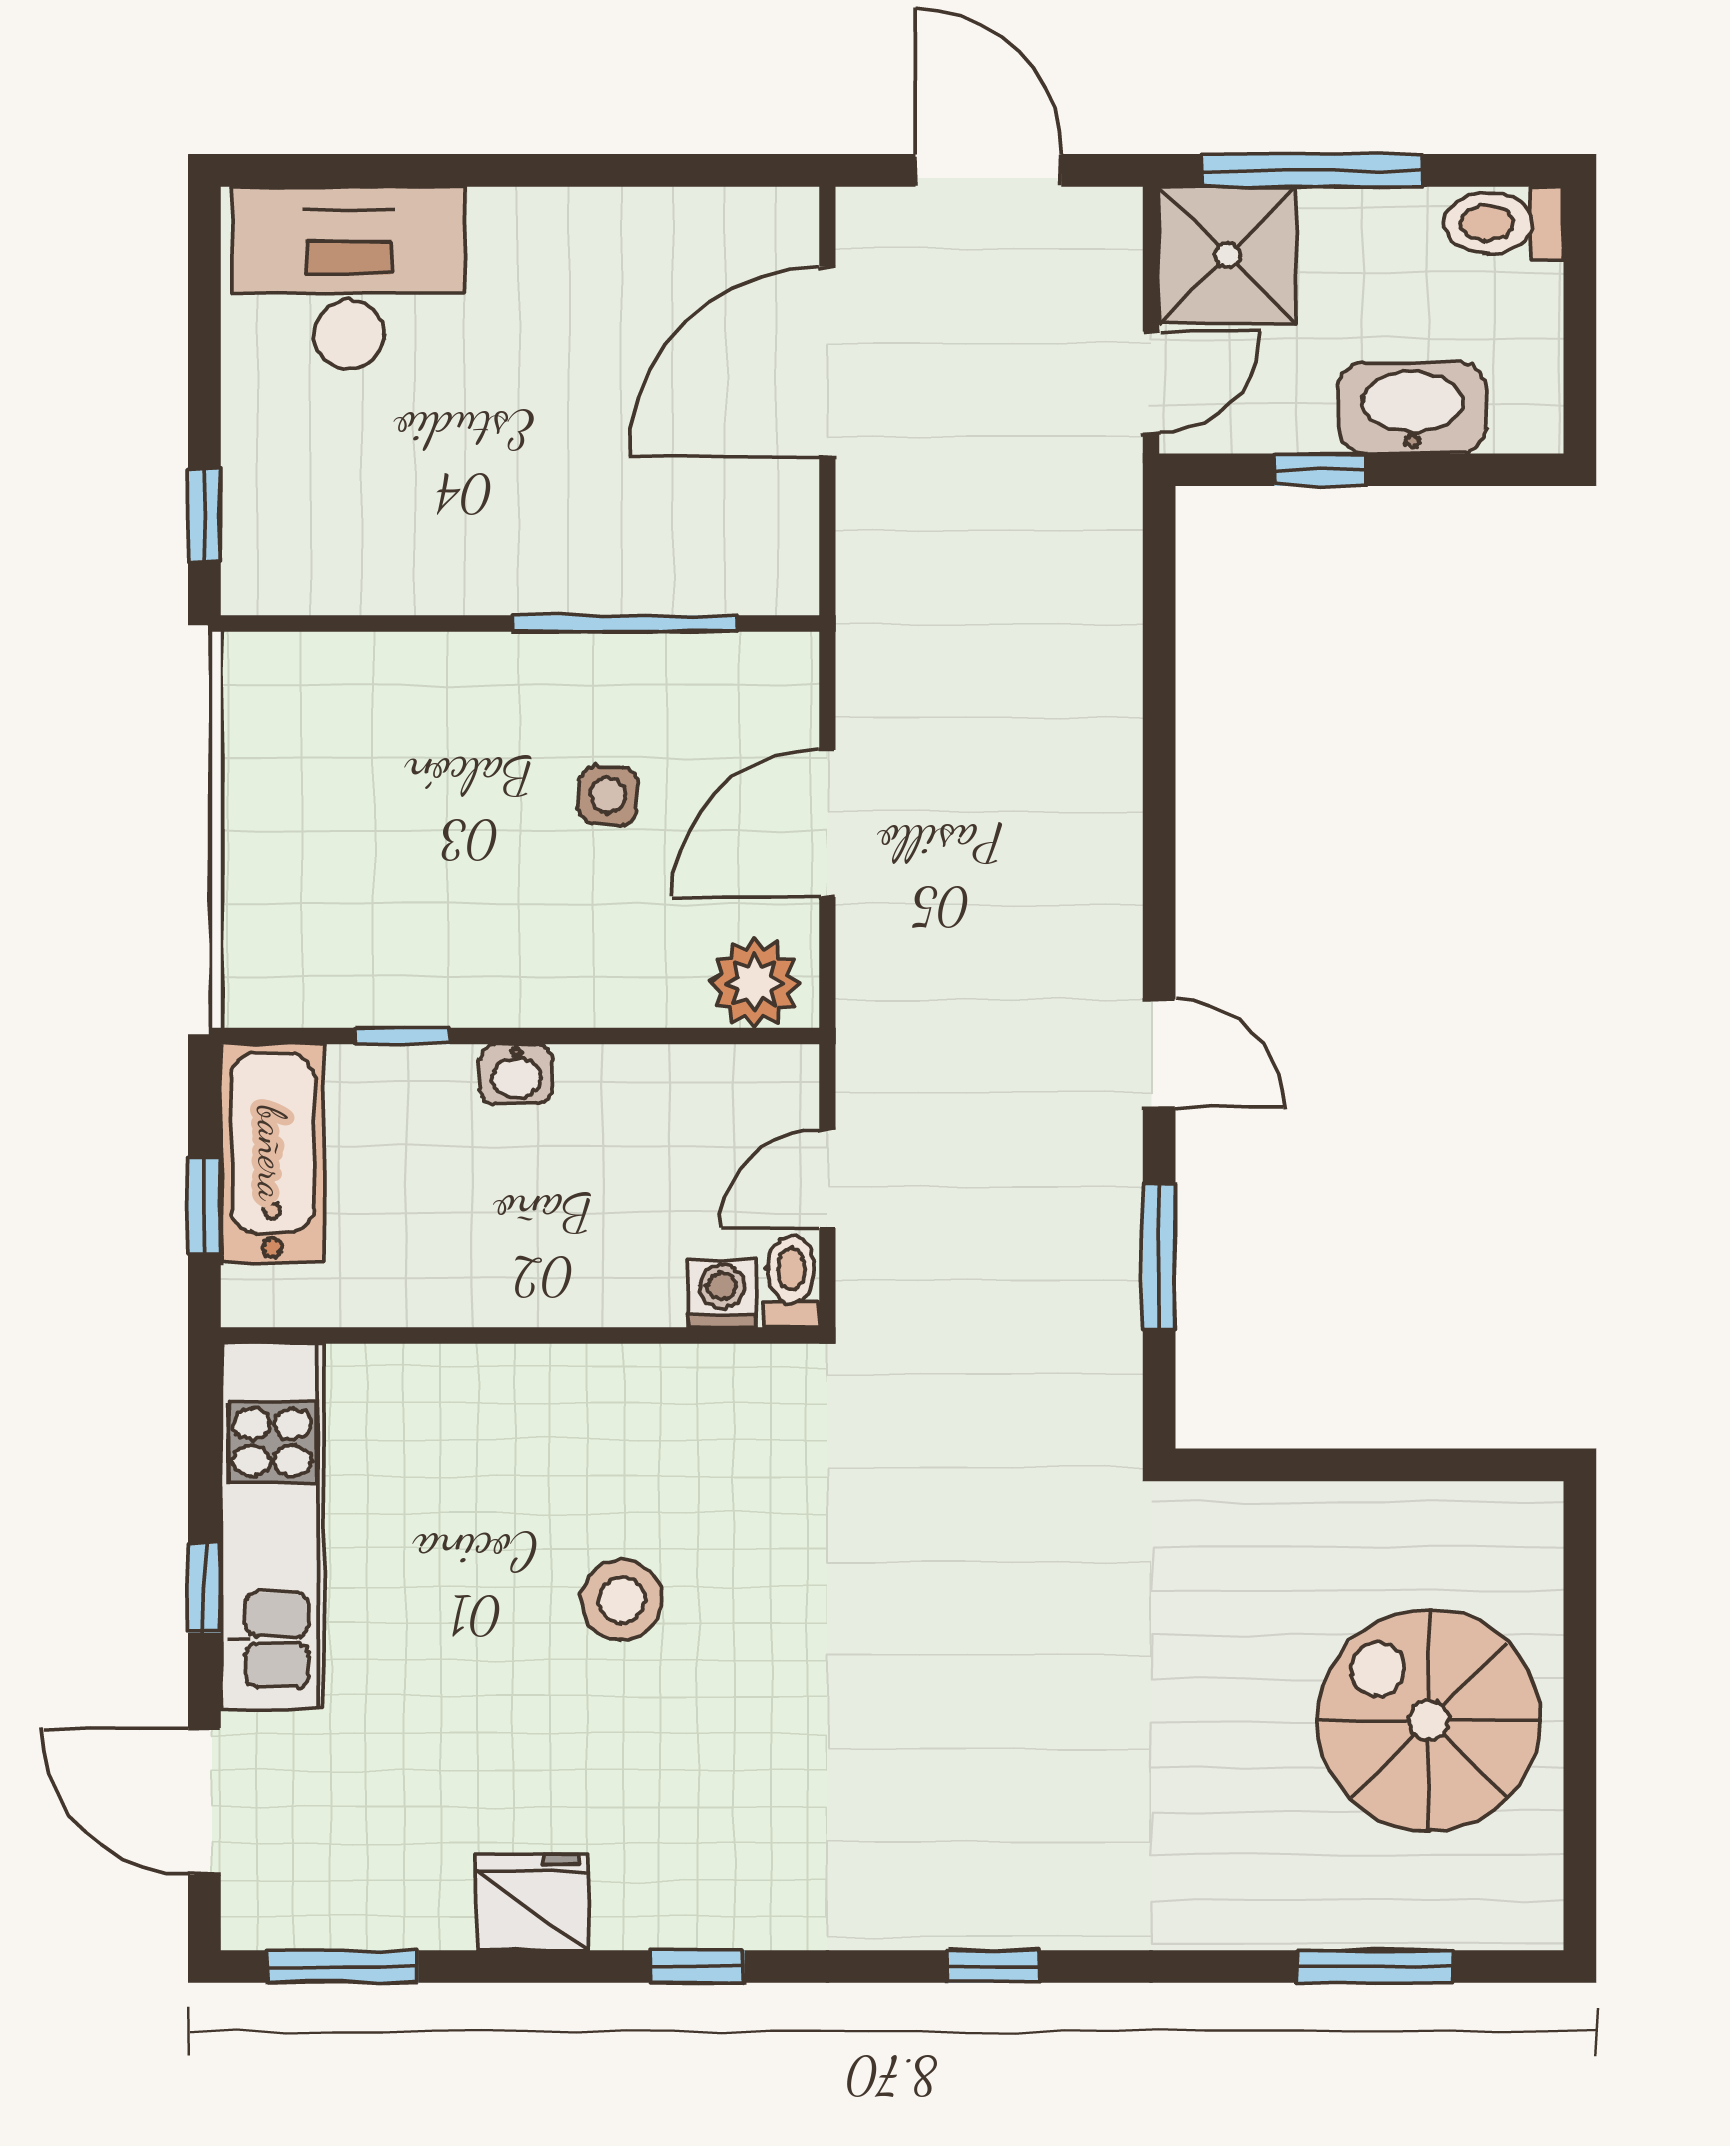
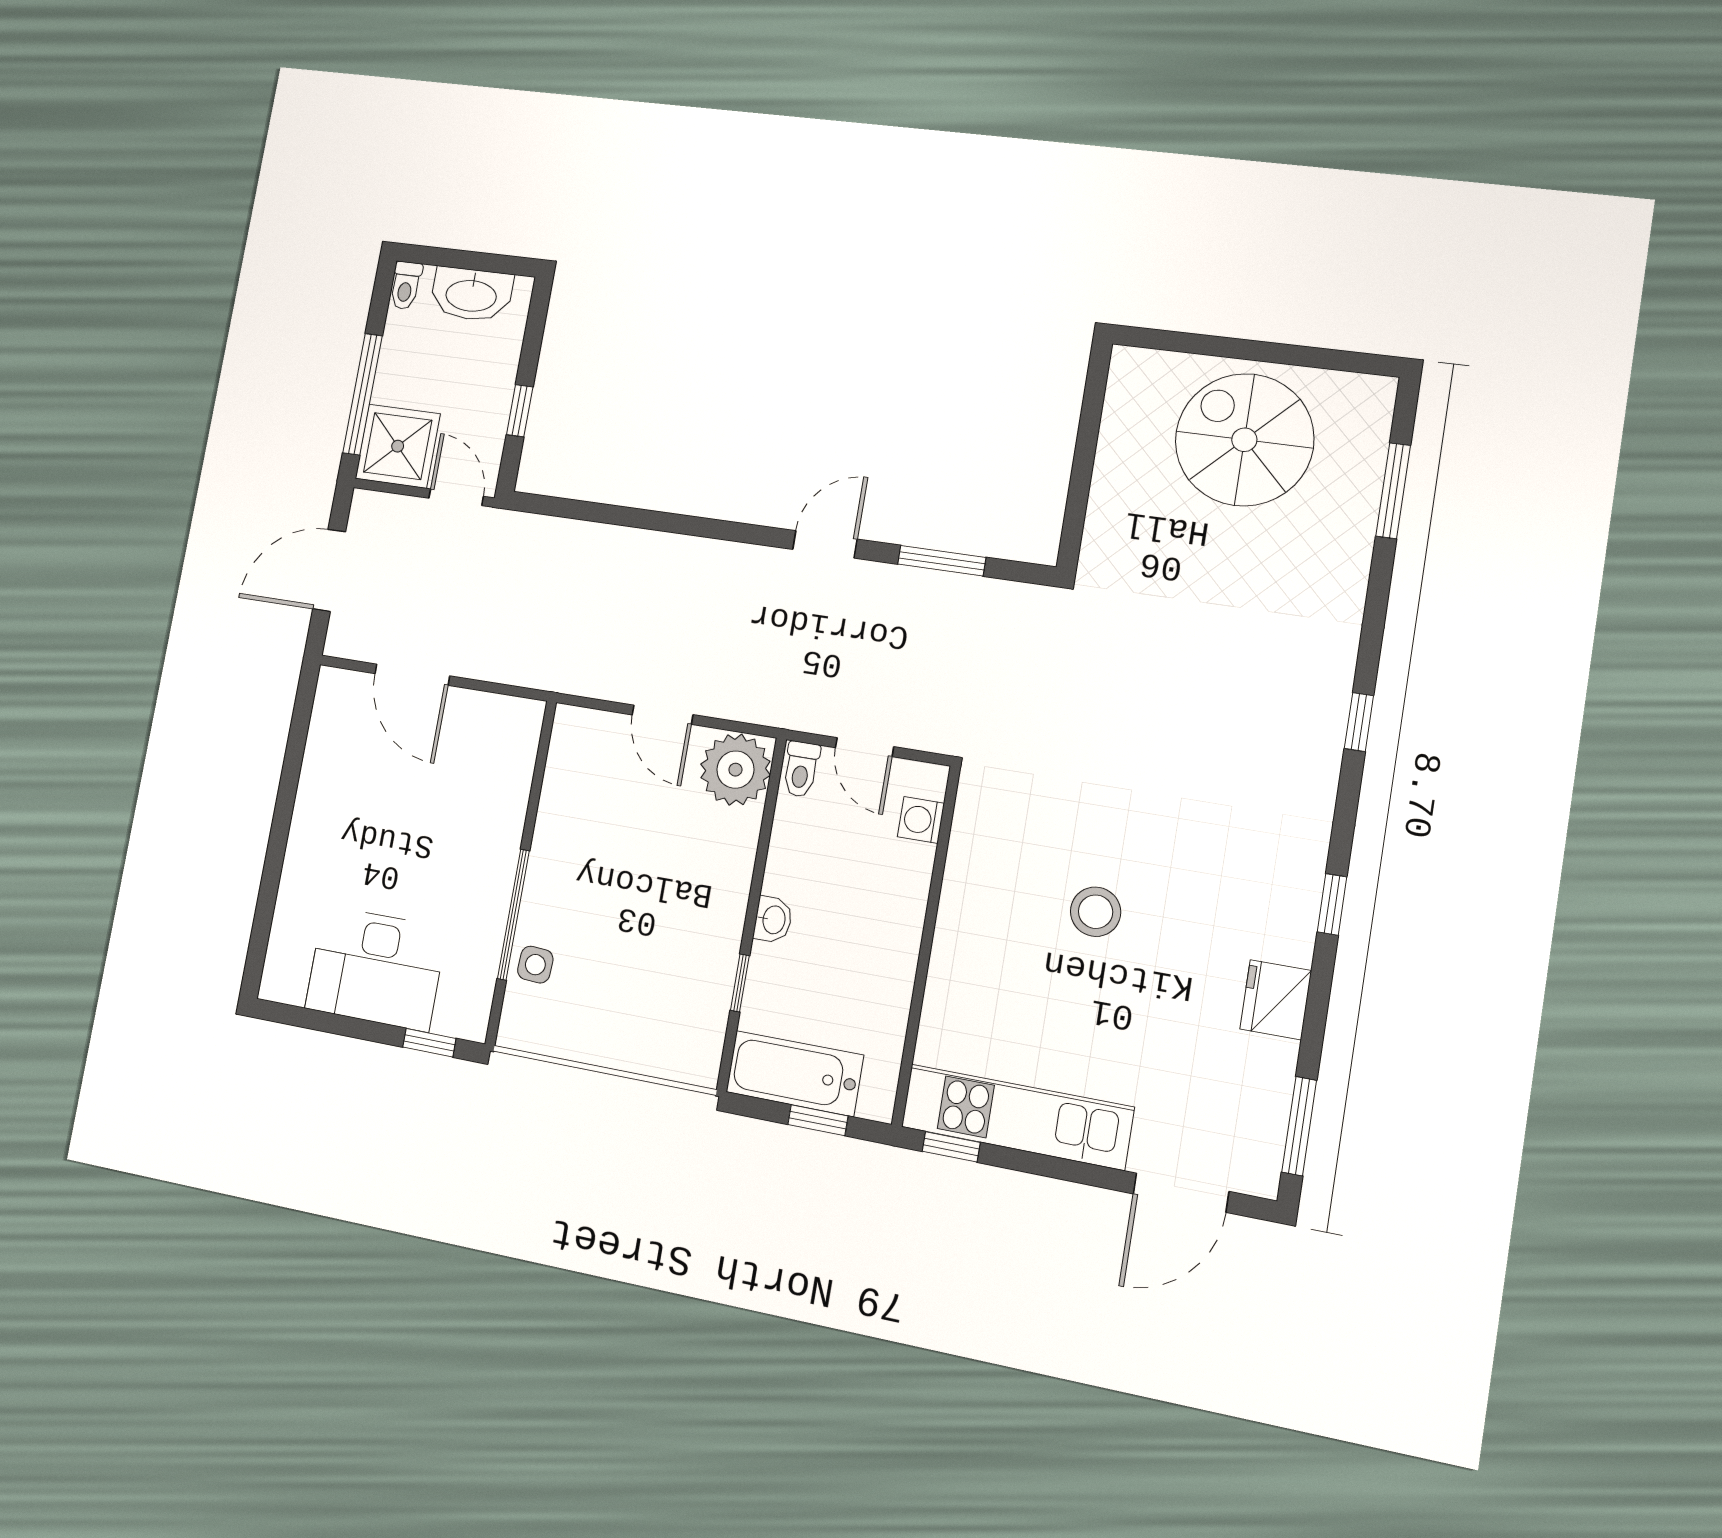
toilet: (1504, 223) -> (406, 285), width x0.73, depth x0.72
desk: (349, 278) -> (376, 968), moved, turned -90
door: (827, 362) -> (412, 675), width x0.73
washbasin: (1412, 408) -> (471, 294), moved, turned -90
window: (625, 623) -> (513, 915), moved
side table: (608, 795) -> (535, 965), moved
door: (827, 823) -> (663, 715), width x0.73
plant: (755, 983) -> (735, 770), width x1.36, depth x1.36
toilet: (791, 1281) -> (801, 769), moved, turned -90
window: (204, 1588) -> (951, 1147), moved
spiral stairs: (1429, 1720) -> (1244, 440), turned 90

